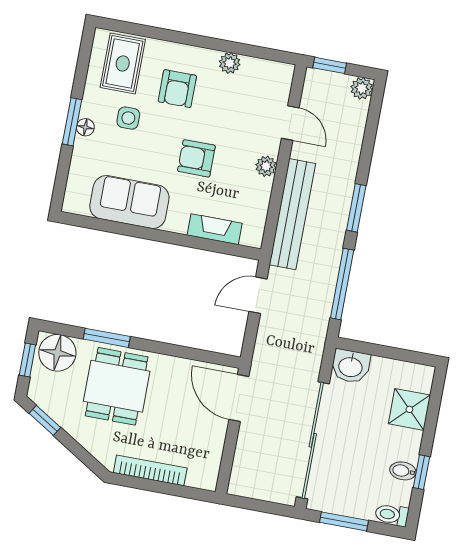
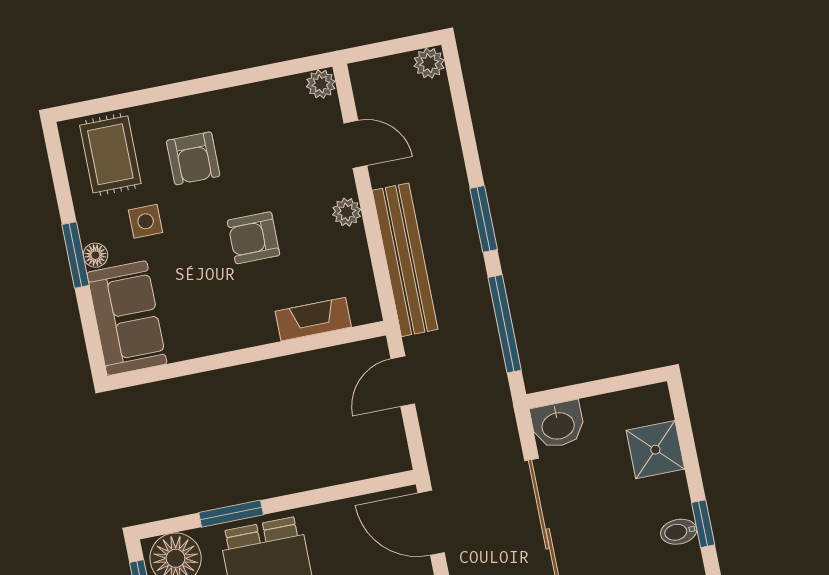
plant: (230, 63) -> (321, 84), moved
window: (330, 65) -> (376, 50), removed
sofa: (129, 202) -> (127, 318), moved, turned 90

